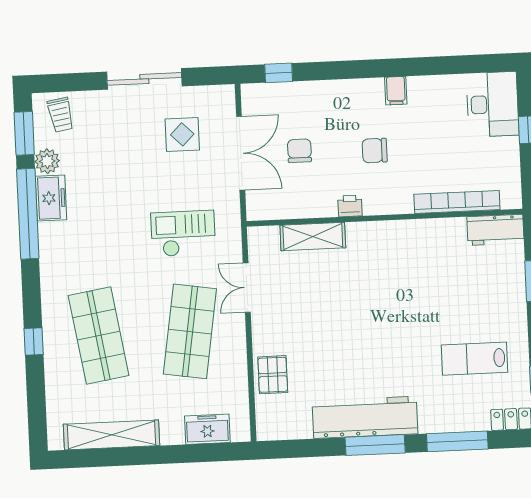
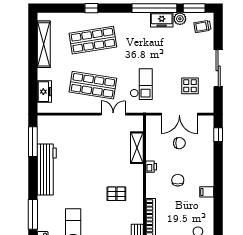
pallet: (273, 375) -> (116, 194), moved
window: (375, 445) -> (33, 142), moved

